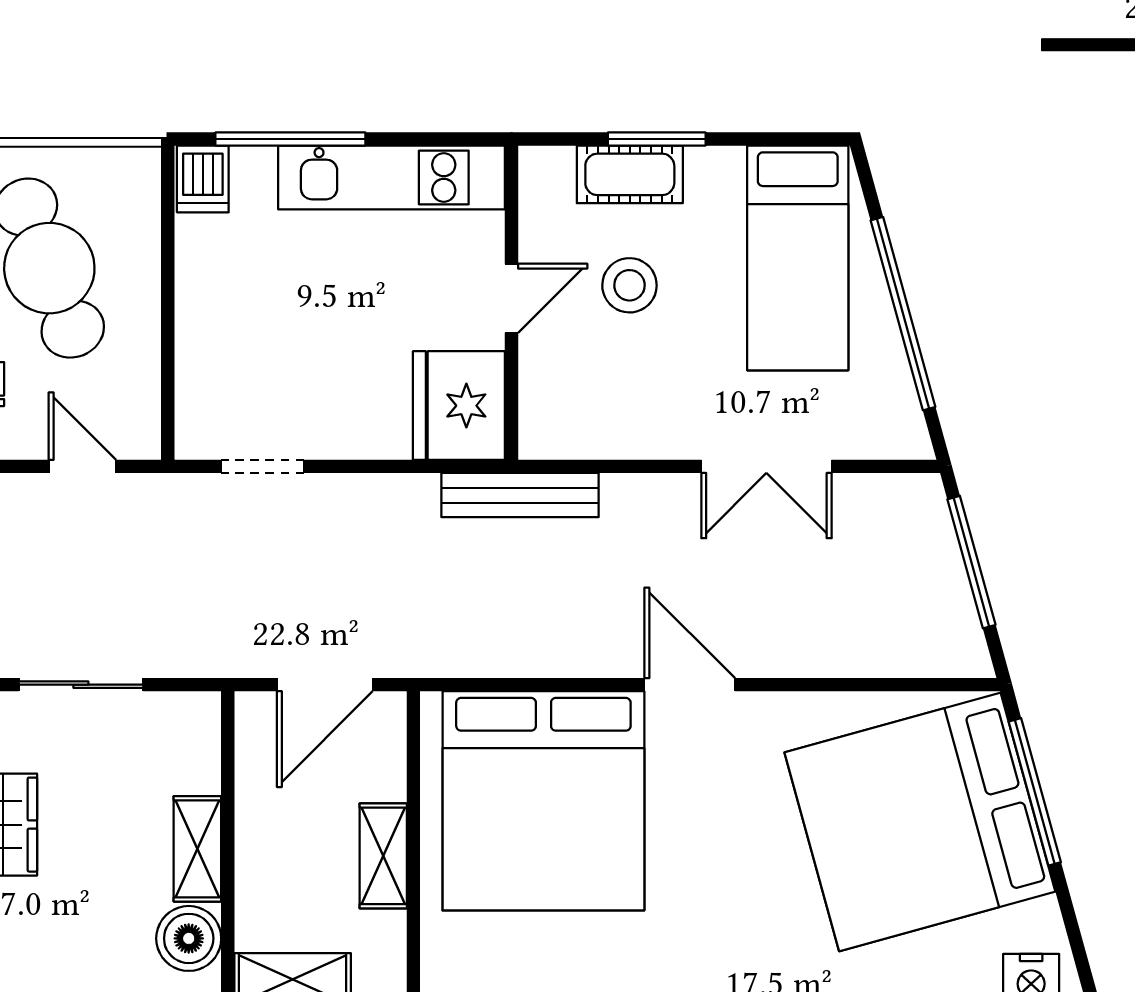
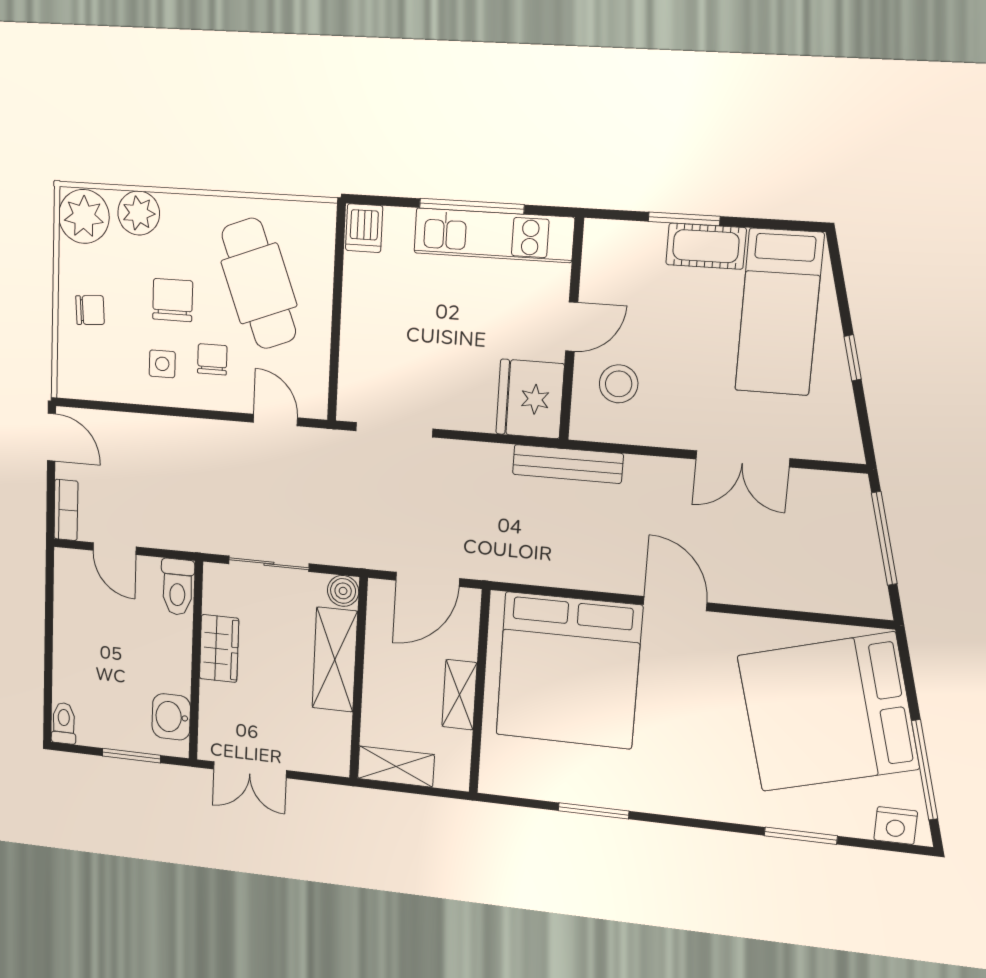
window: (290, 139) -> (472, 206), moved
cot: (630, 174) -> (706, 246), moved
stool: (629, 285) -> (619, 384), moved
window: (903, 314) -> (853, 358), width x0.32
doorway: (262, 466) -> (394, 430), width x1.38
window: (1035, 792) -> (925, 770), moved
shelving: (197, 849) -> (335, 660), width x1.50, depth x1.33
boiler: (189, 938) -> (343, 591), moved, width x0.73, depth x0.73

